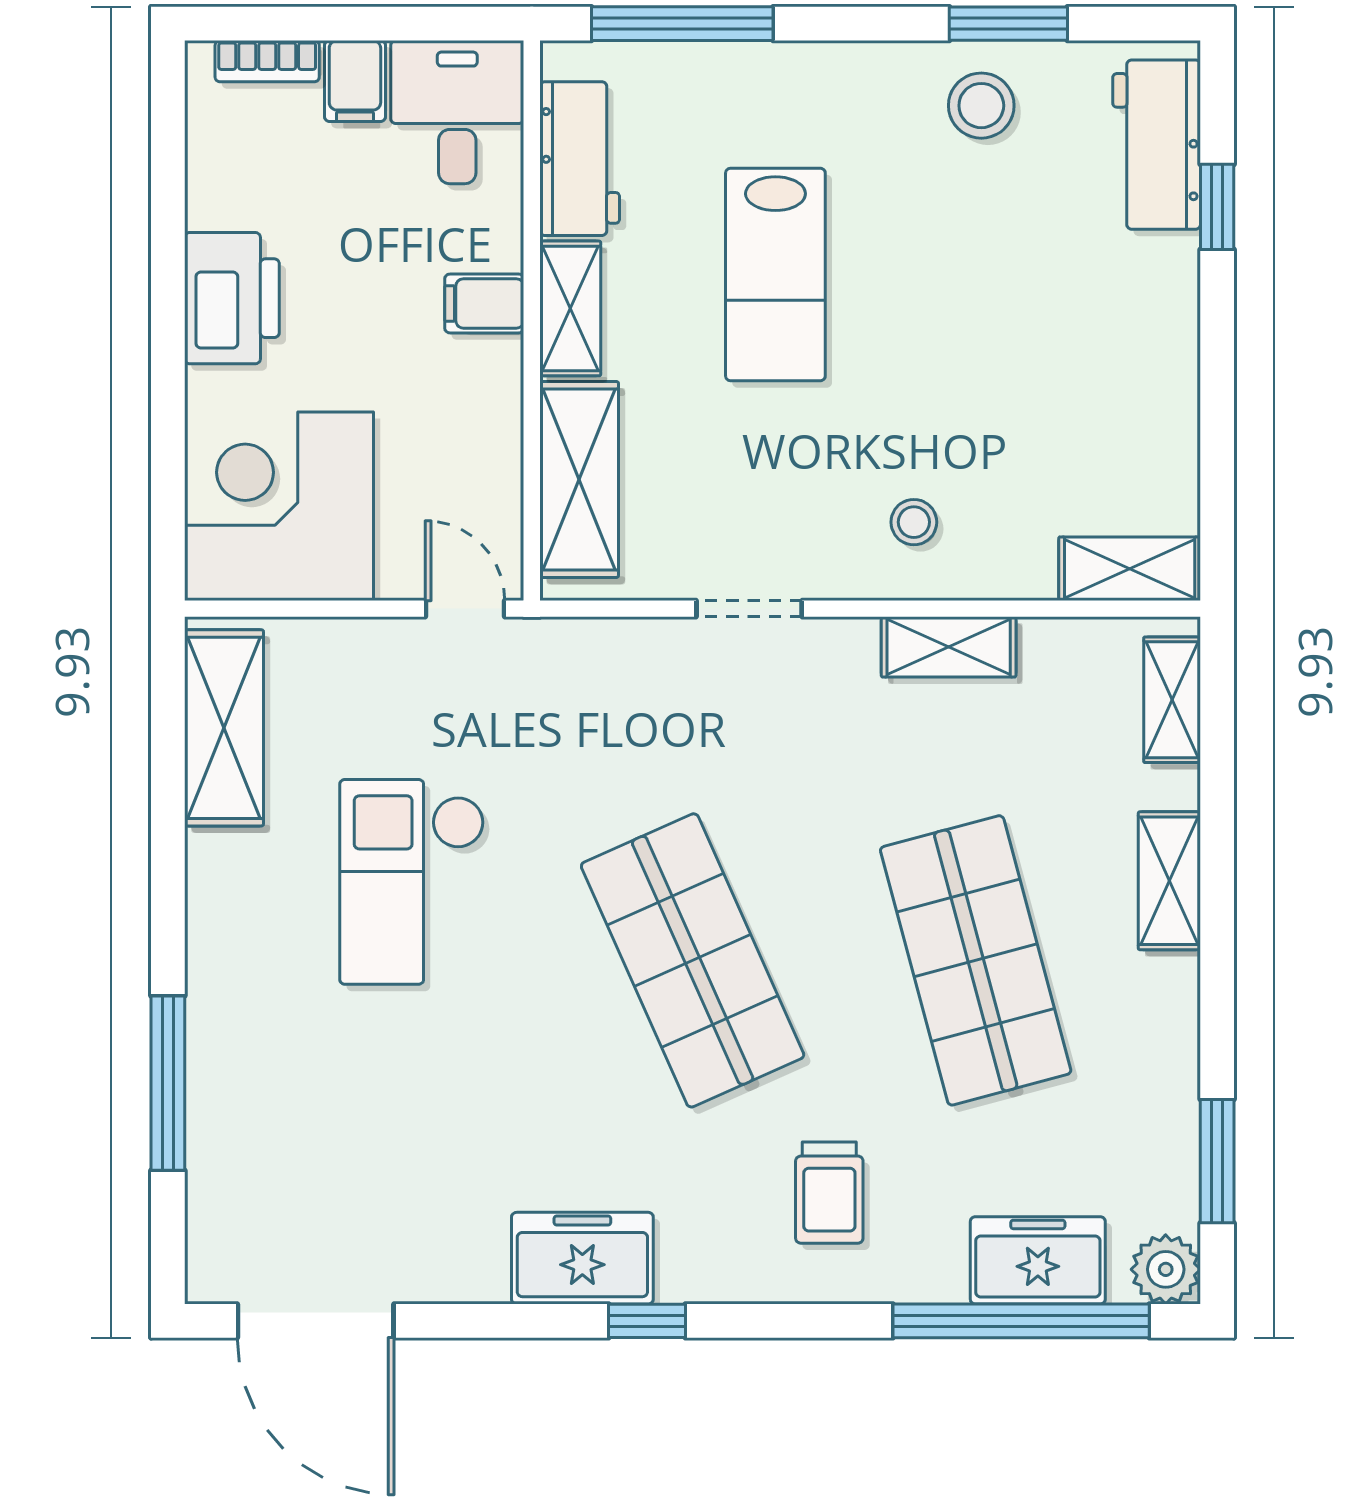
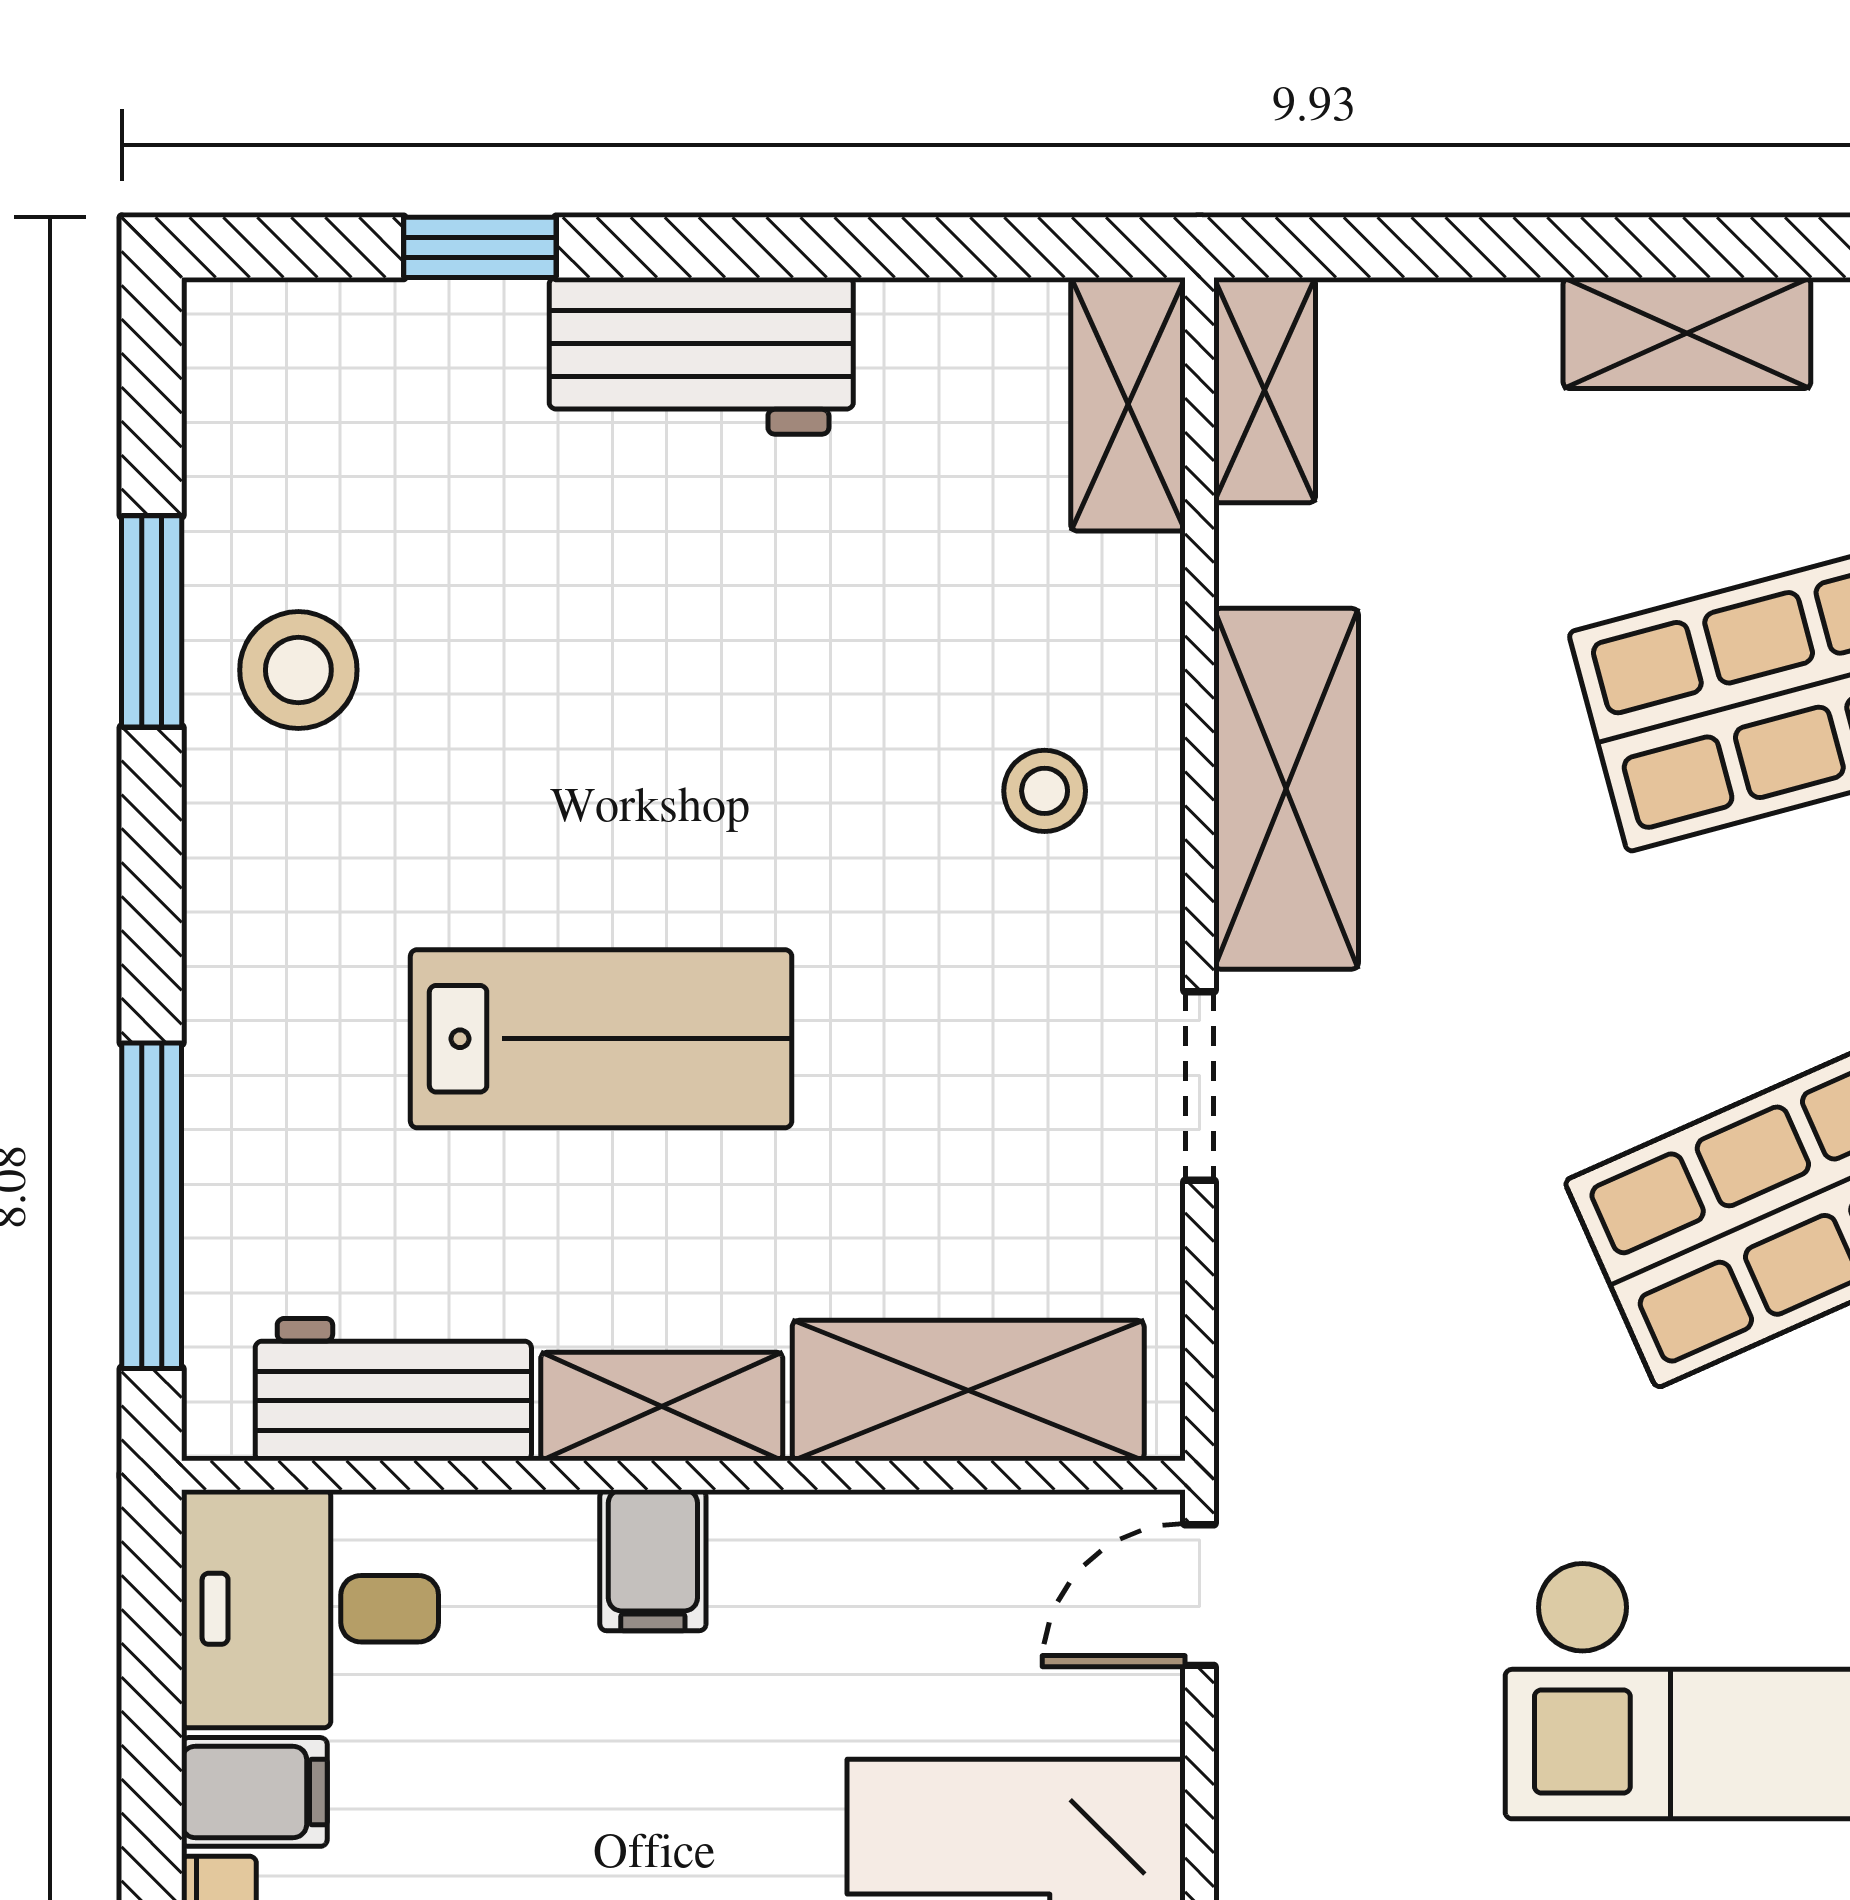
workbench: (1157, 145) -> (701, 356), moved
shelving: (949, 647) -> (1286, 789), width x1.50, depth x1.33
shelving: (1172, 700) -> (1265, 390), moved, turned 90

